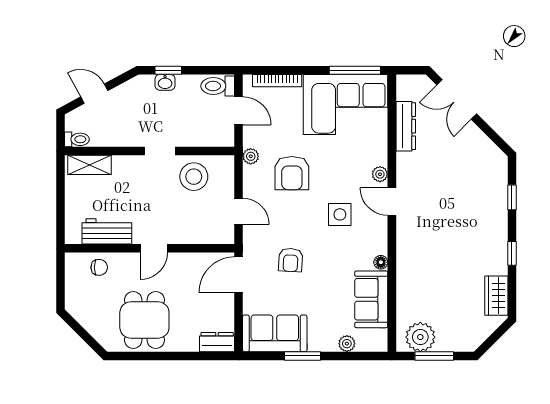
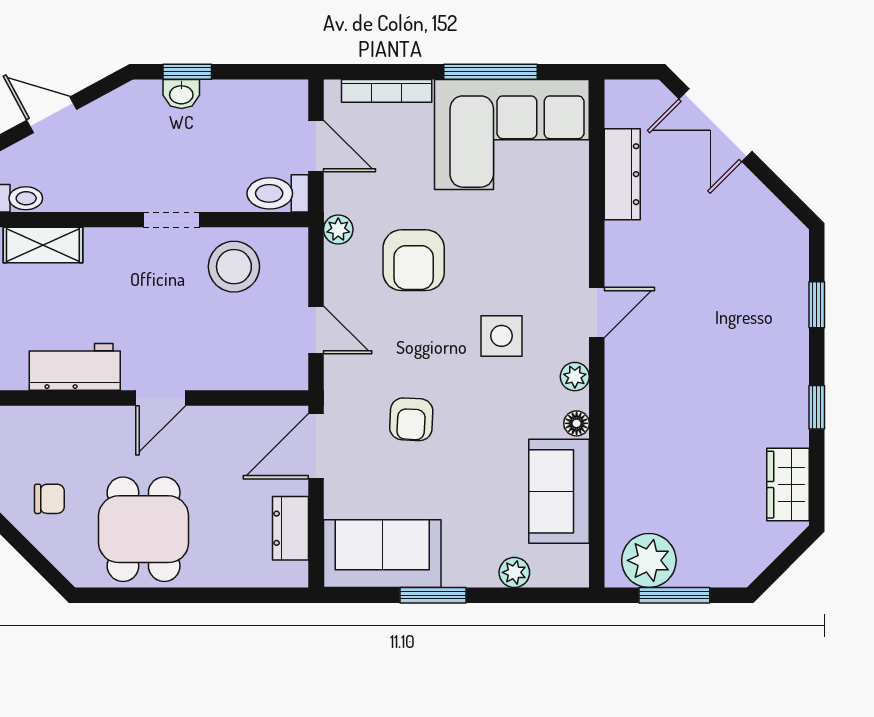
window: (355, 70) -> (491, 72), moved
toilet: (218, 86) -> (278, 193), moved
plant: (380, 174) -> (575, 377), moved
door: (392, 202) -> (597, 312), swing flipped
chair: (99, 267) -> (49, 499), moved
dresser: (217, 342) -> (291, 528), moved, turned -90

